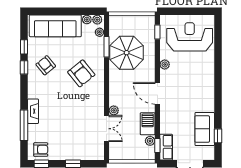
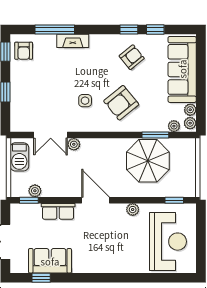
door: (157, 93) -> (96, 200), hinge flipped
side table: (80, 102) -> (85, 101), added
barbecue: (148, 124) -> (19, 157), moved, turned 90
row of seats: (166, 147) -> (58, 211), moved

